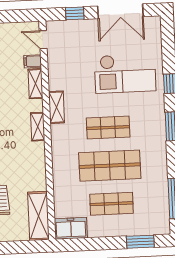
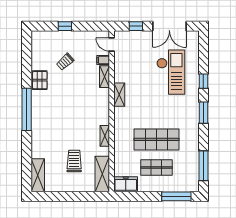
checkout: (125, 73) -> (171, 72), turned -90
shelving: (38, 127) -> (105, 136), moved
shop shelf: (108, 128) -> (156, 111), removed
window: (140, 242) -> (176, 196), width x1.44

